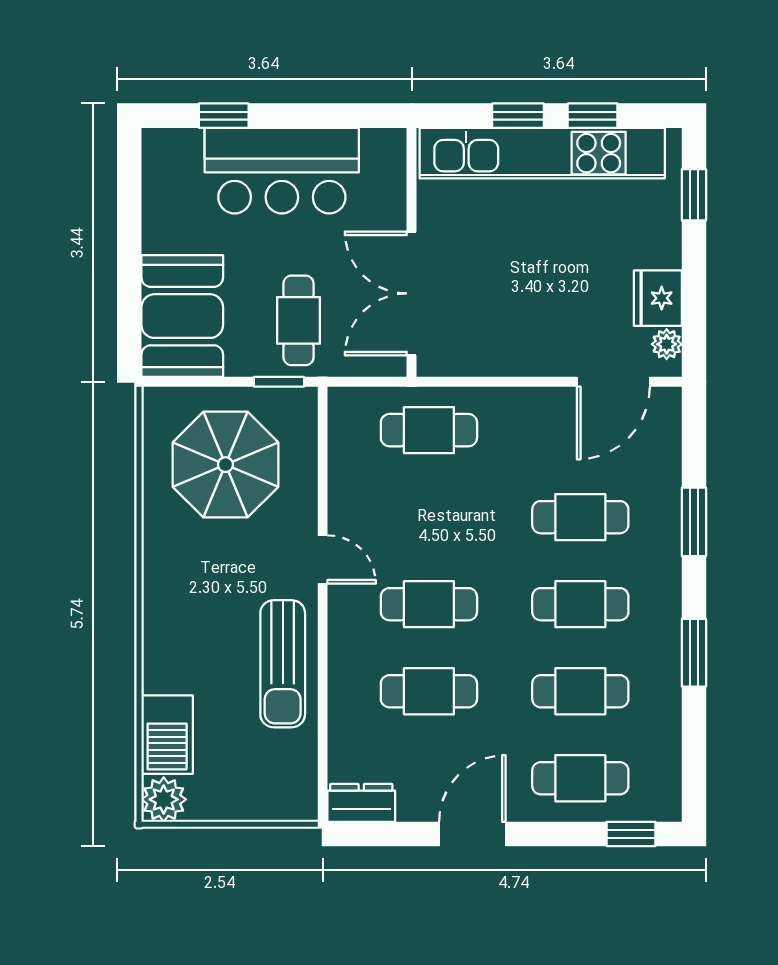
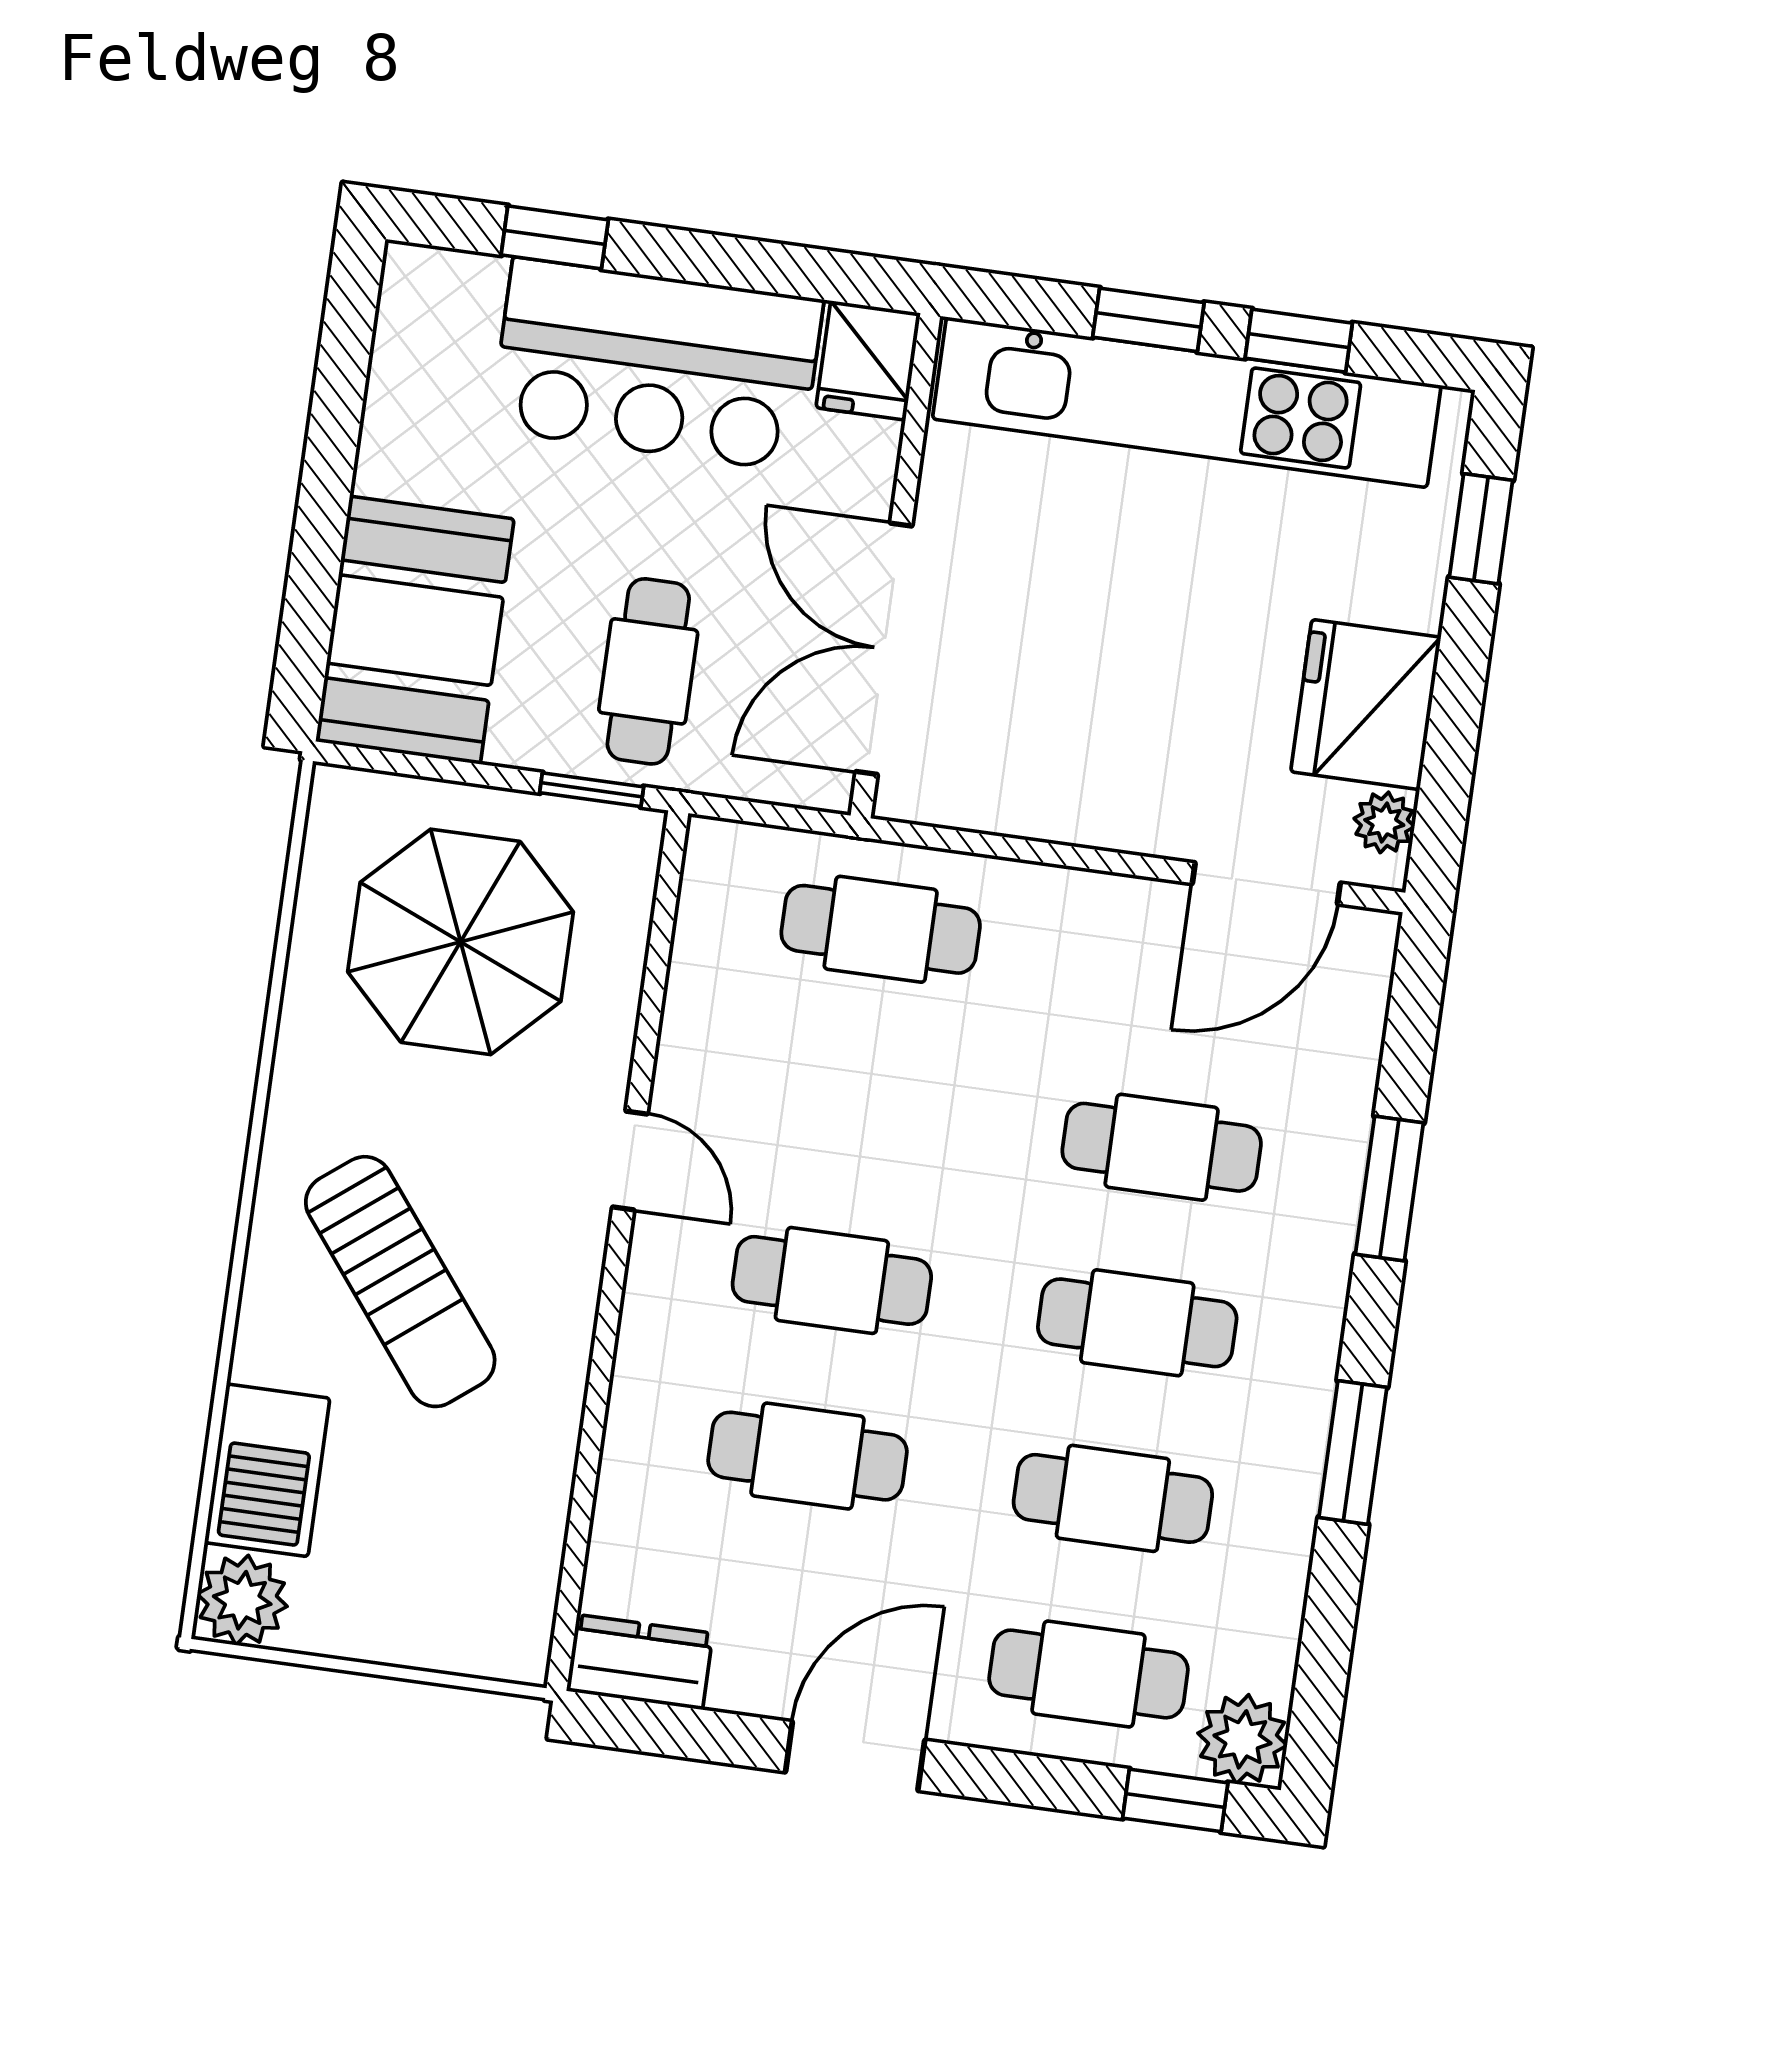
fridge: (384, 154) -> (868, 360), added
fridge: (658, 298) -> (1366, 705), width x1.36, depth x1.34
sun lounger: (283, 664) -> (400, 1282), moved, turned -38
plant: (660, 800) -> (1243, 1739), added

